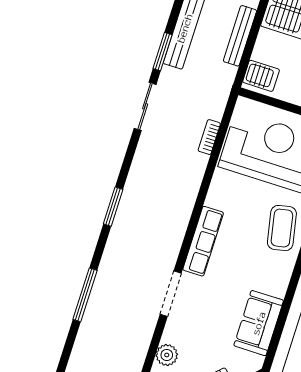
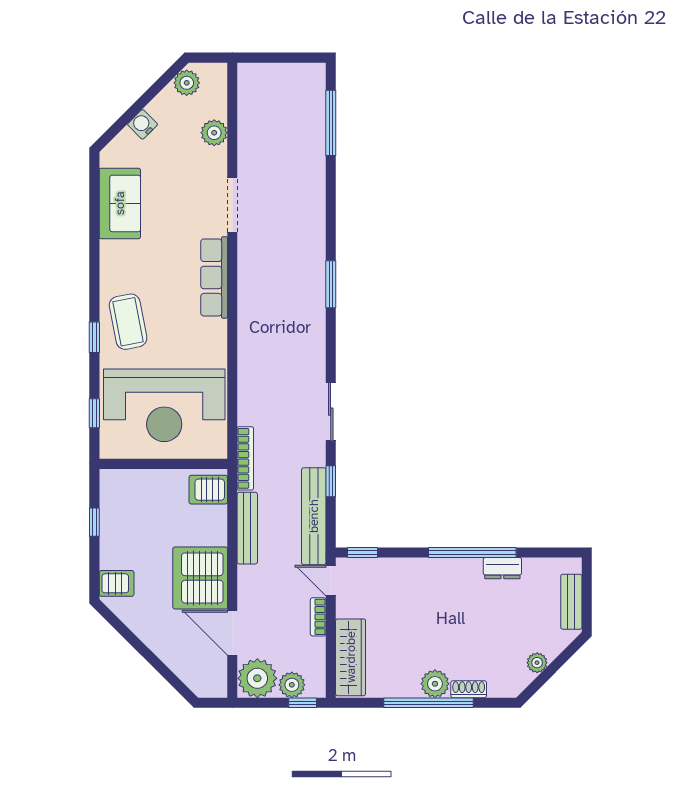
window: (163, 52) -> (331, 481), width x0.67
bookcase: (209, 137) -> (245, 458), moved, width x1.56
window: (85, 295) -> (331, 123), moved

